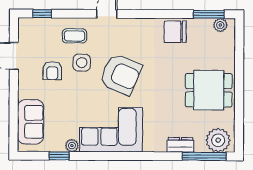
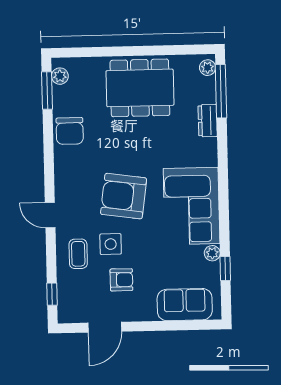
armchair: (121, 74) -> (124, 196), turned -105
dining table: (209, 90) -> (140, 88), width x1.37
plant: (218, 140) -> (208, 68), width x0.53, depth x0.53

